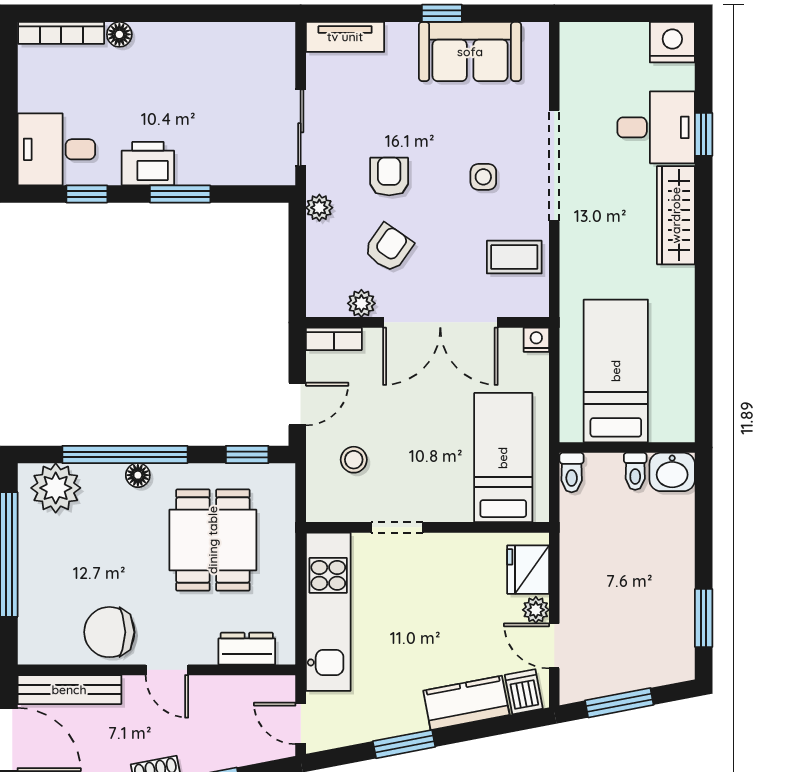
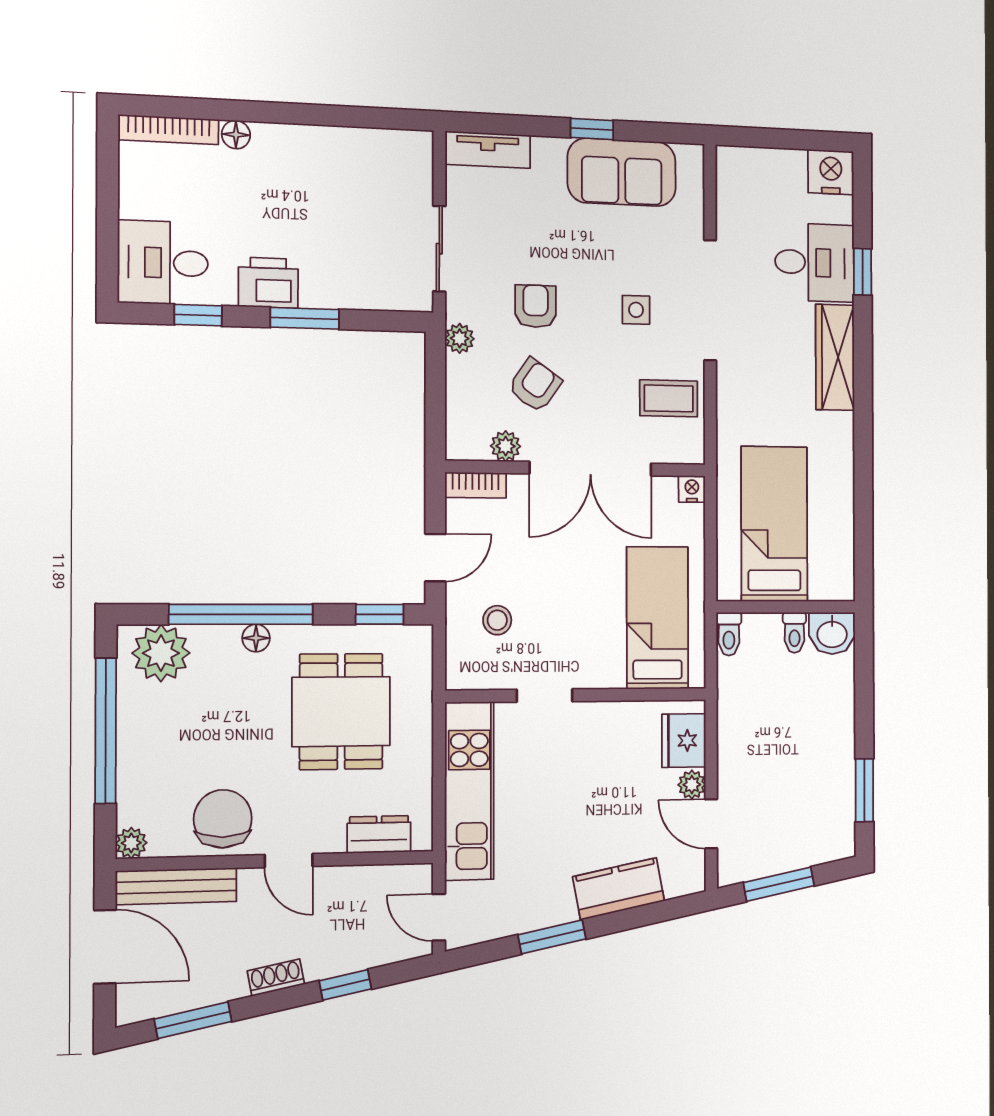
chair: (109, 632) -> (223, 819), turned 90
plant: (31, 651) -> (131, 843), added
dishwasher: (524, 692) -> (679, 875), removed

